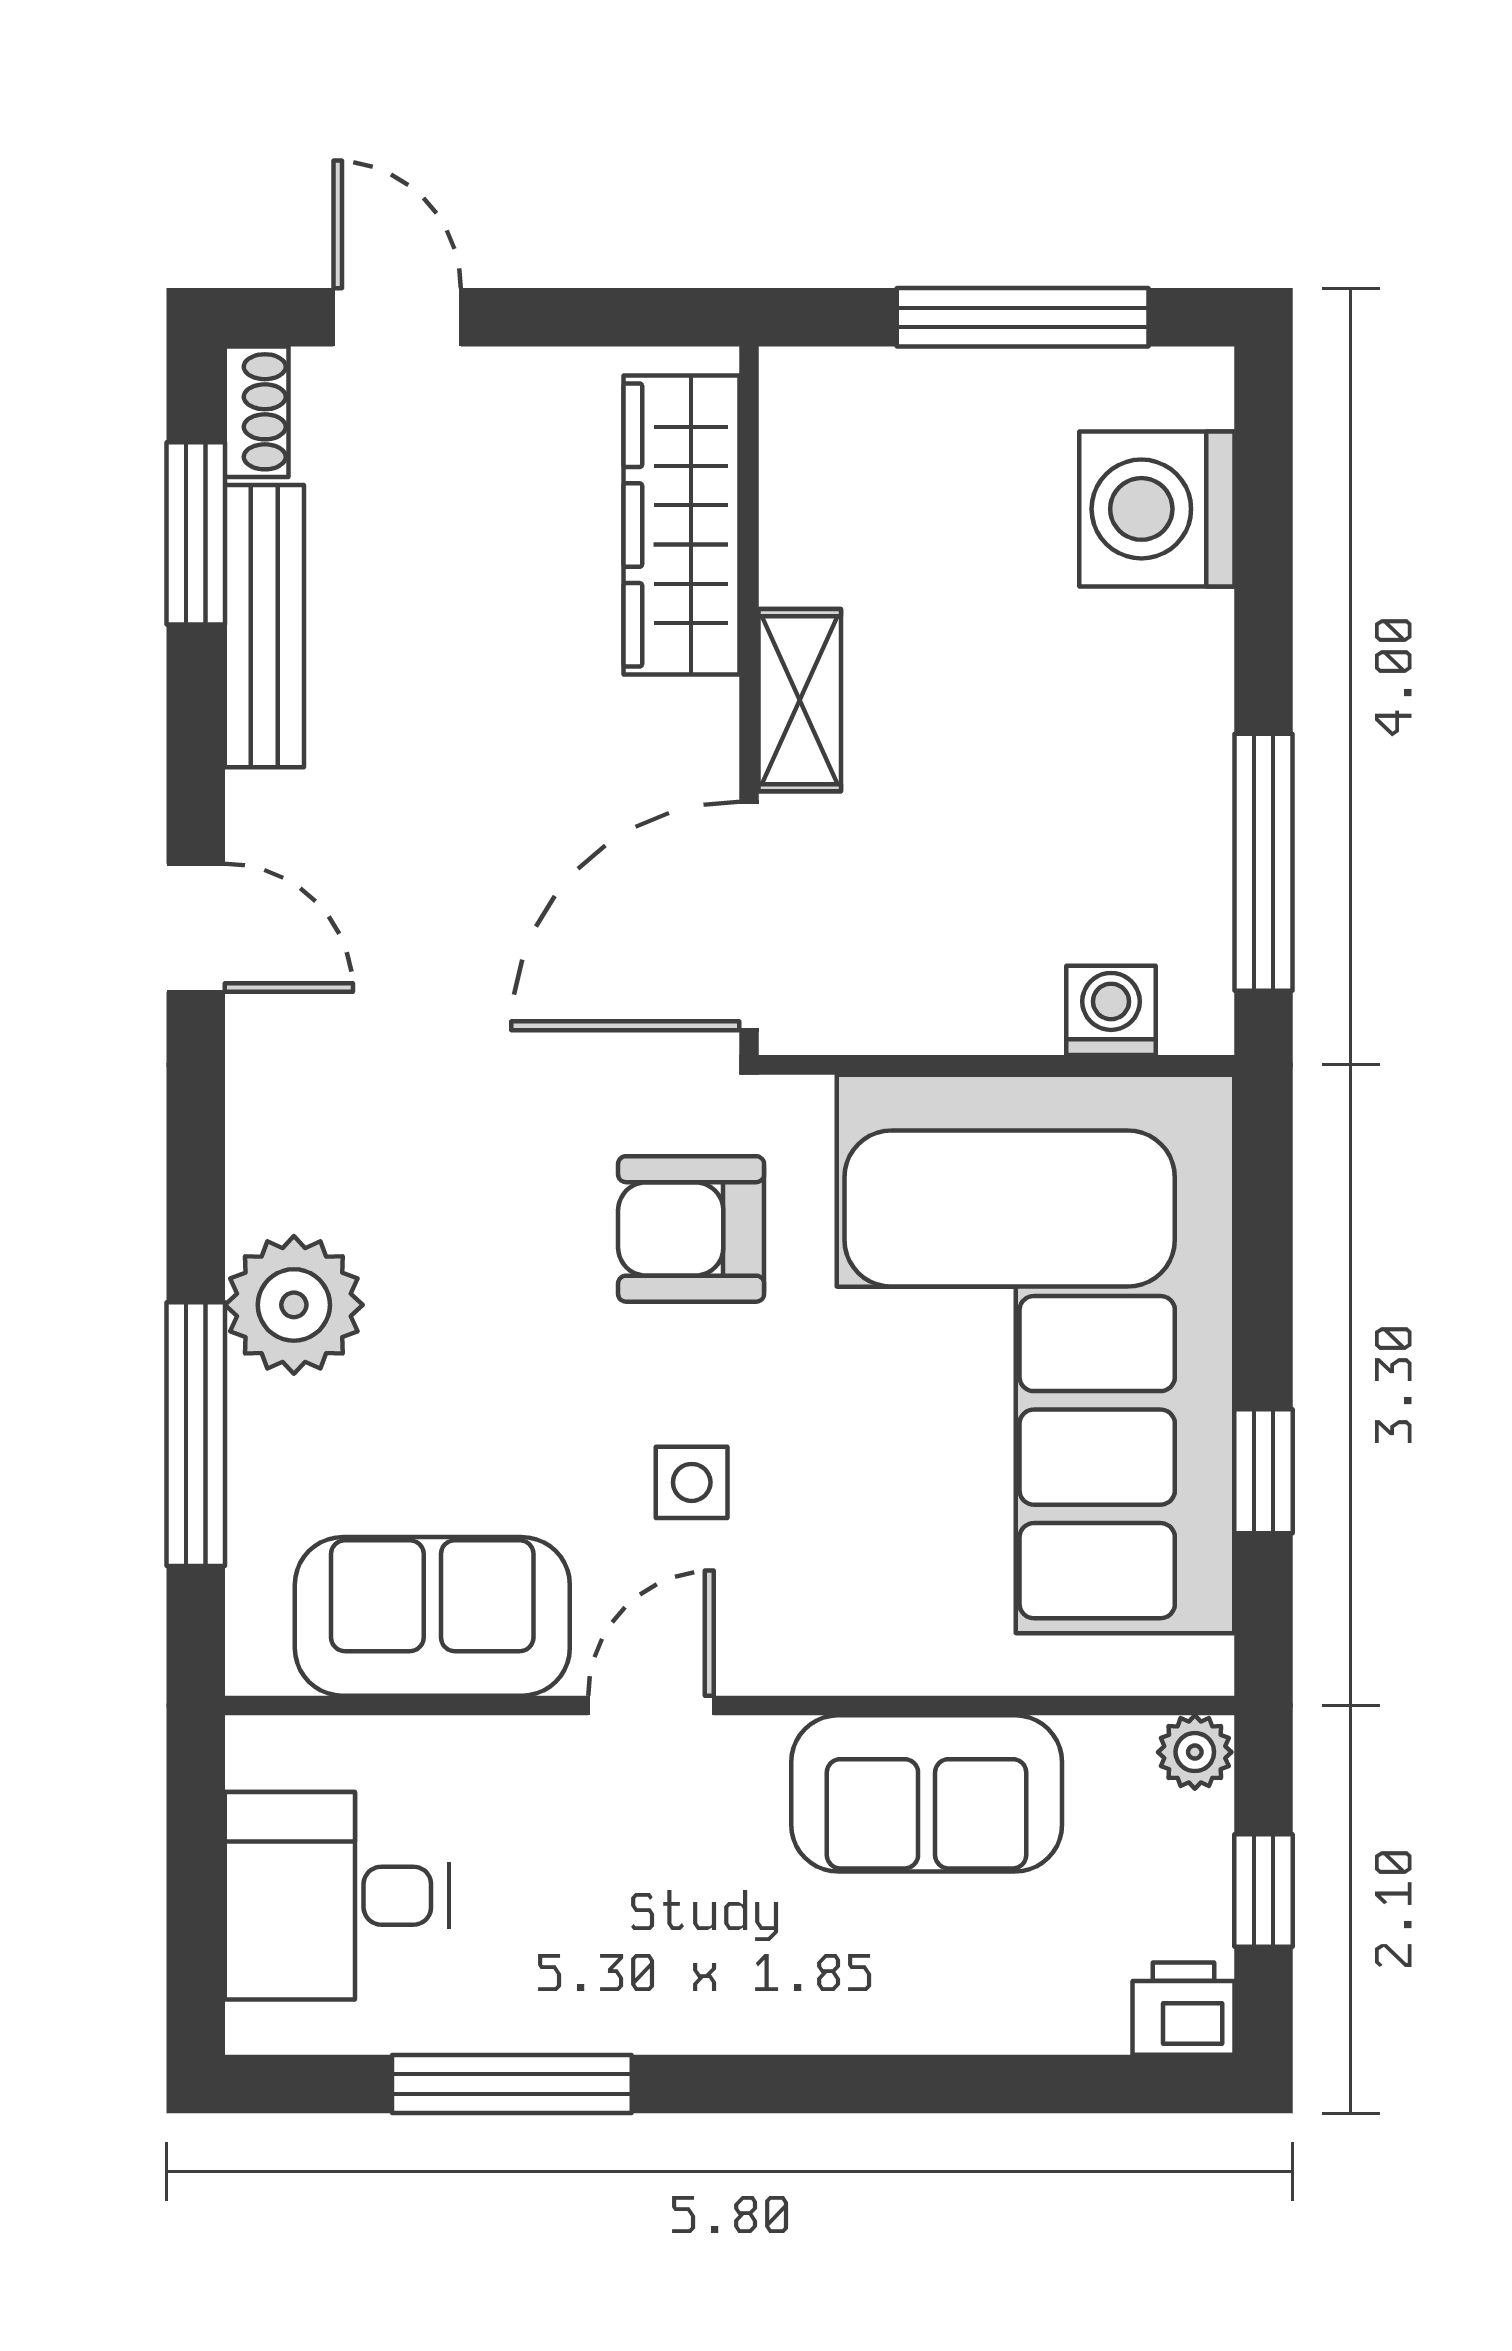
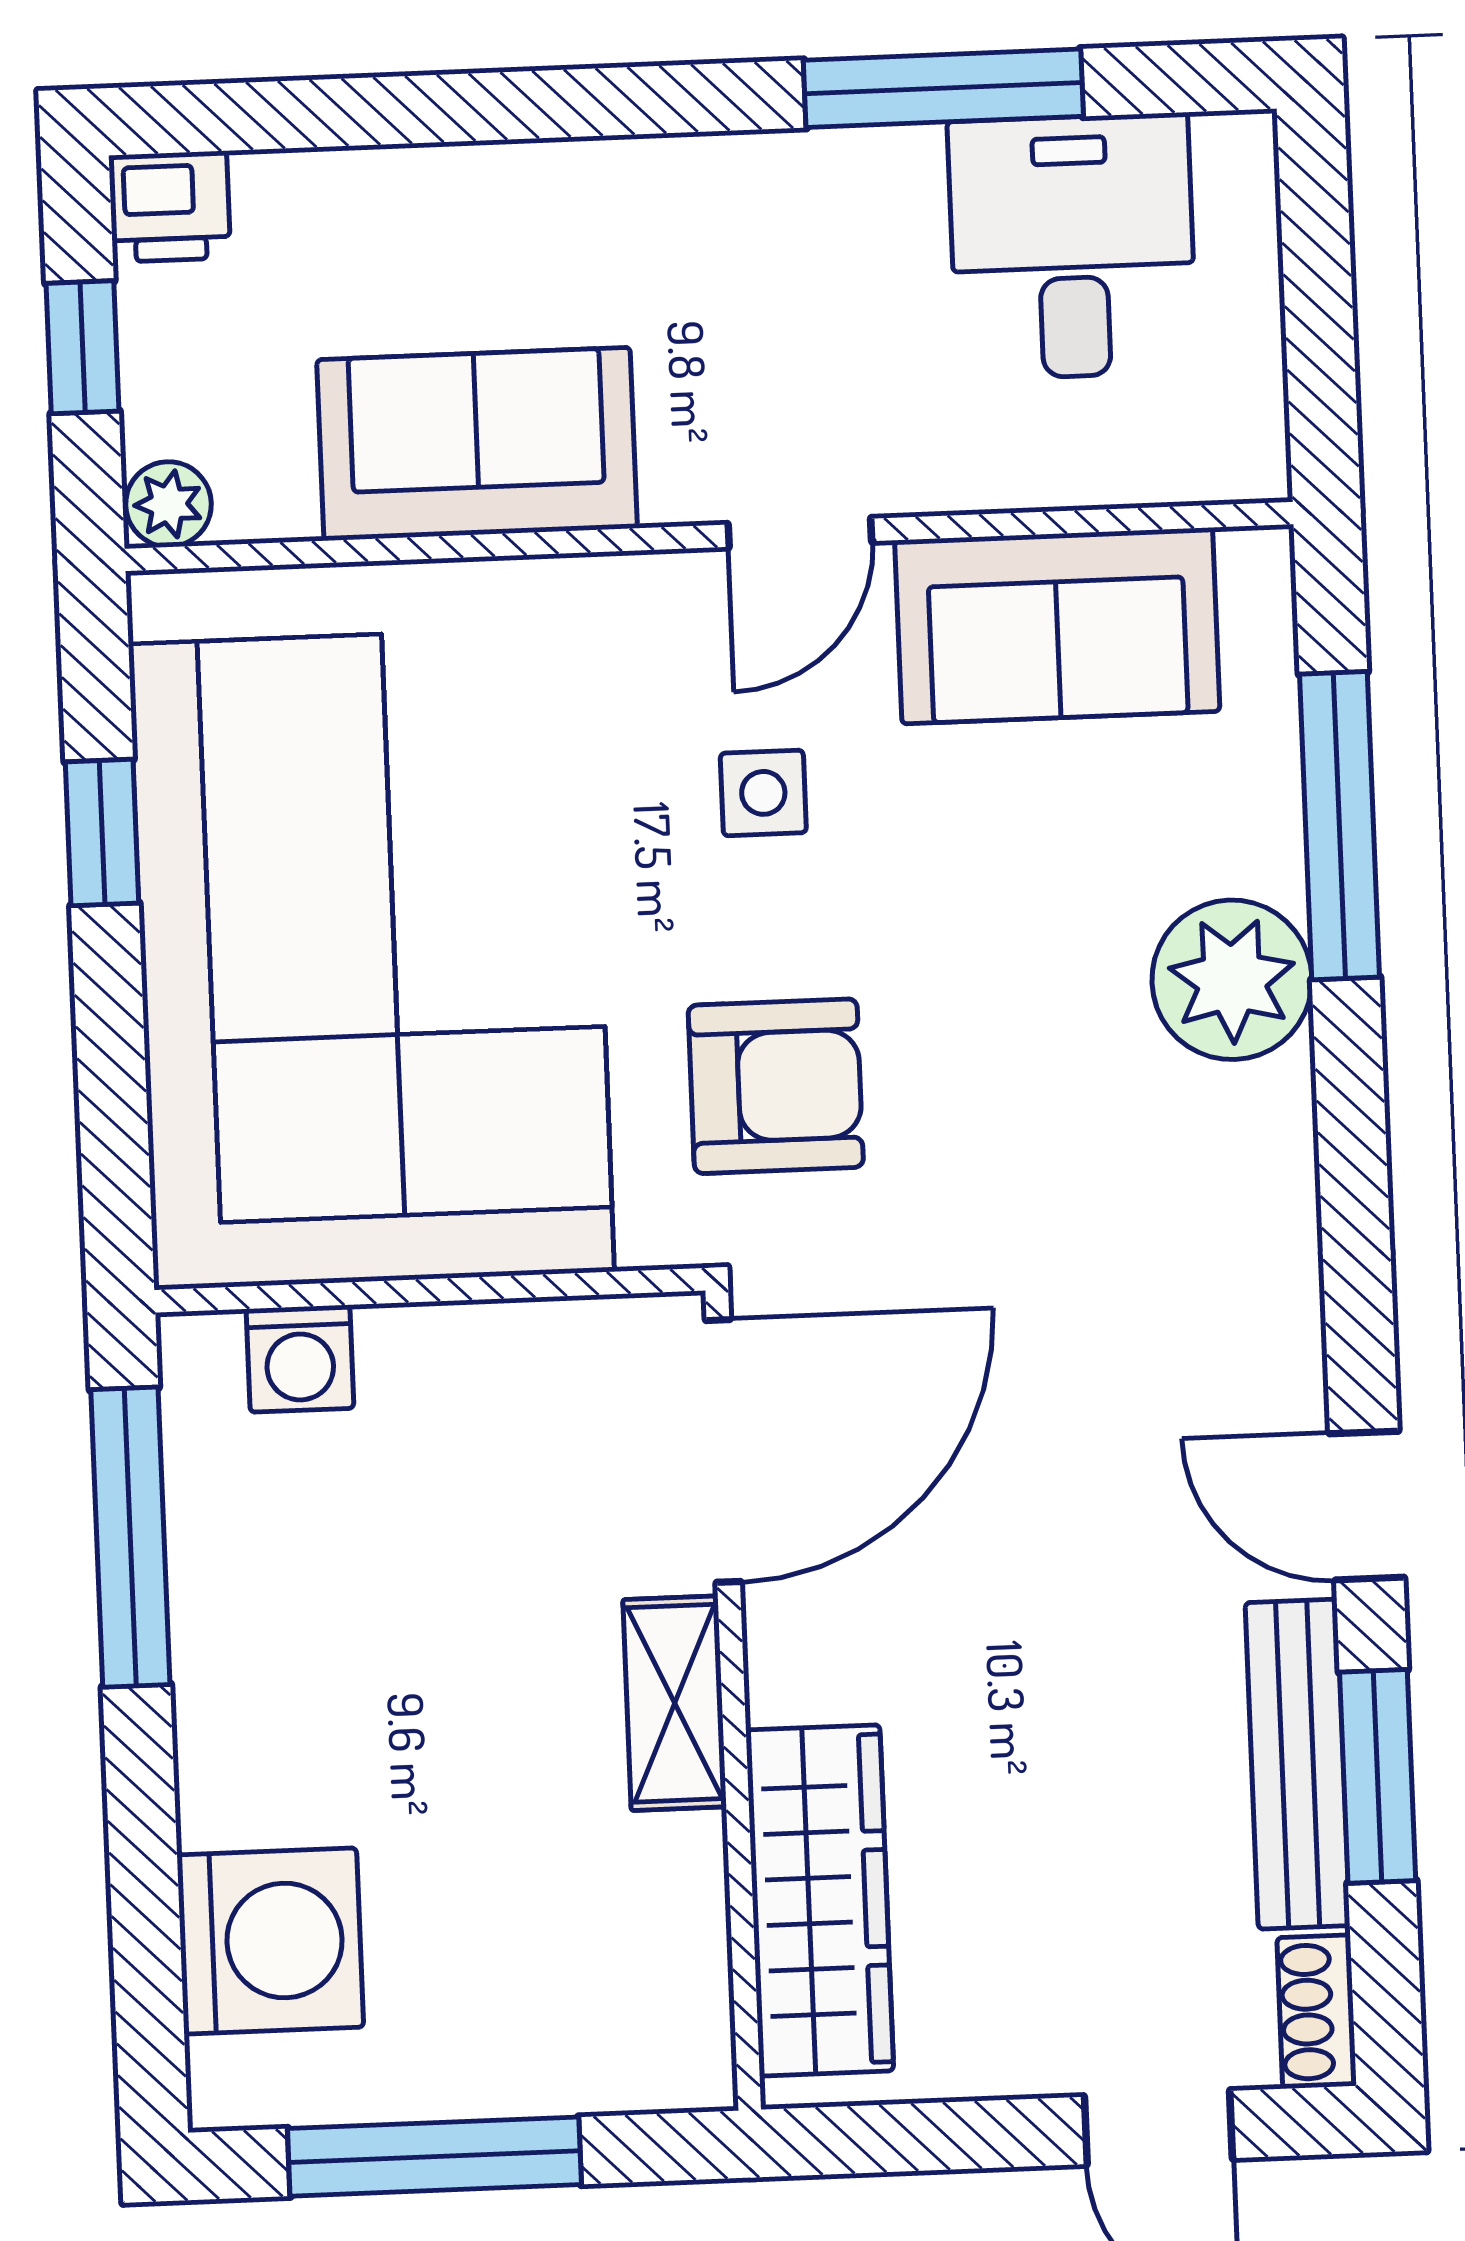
window: (196, 533) -> (1378, 1776), moved
door: (196, 928) -> (1367, 1506), moved
desk: (337, 1896) -> (1072, 247), moved, turned -90

